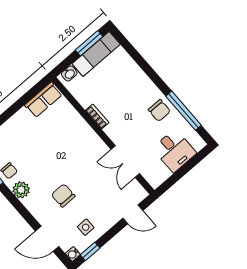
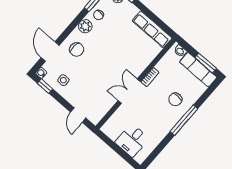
row of seats: (43, 100) -> (152, 29), width x1.48
chair: (159, 111) -> (175, 99), moved
window: (184, 111) -> (184, 120), moved
double door: (125, 162) -> (129, 91), moved
chair: (63, 195) -> (77, 49), moved, turned 90

